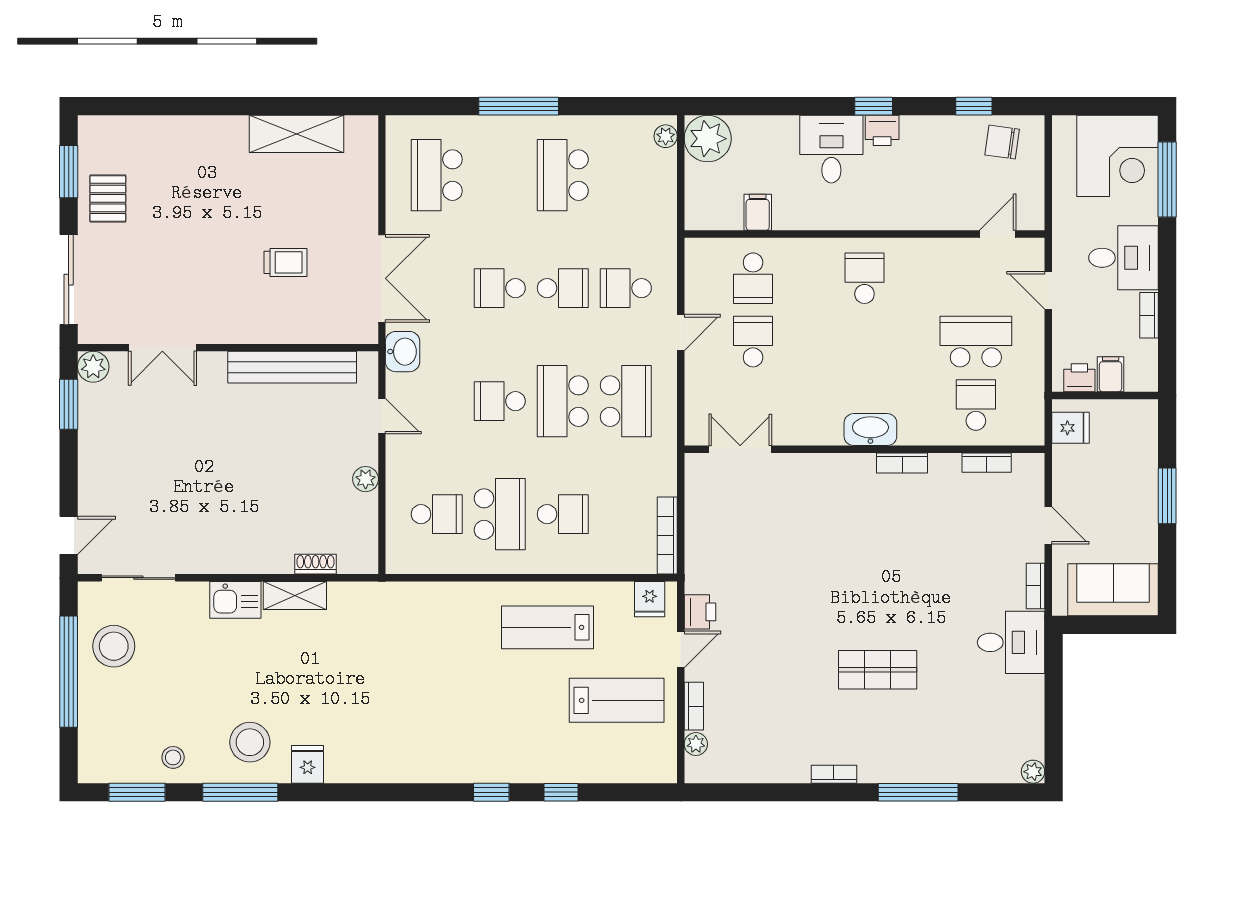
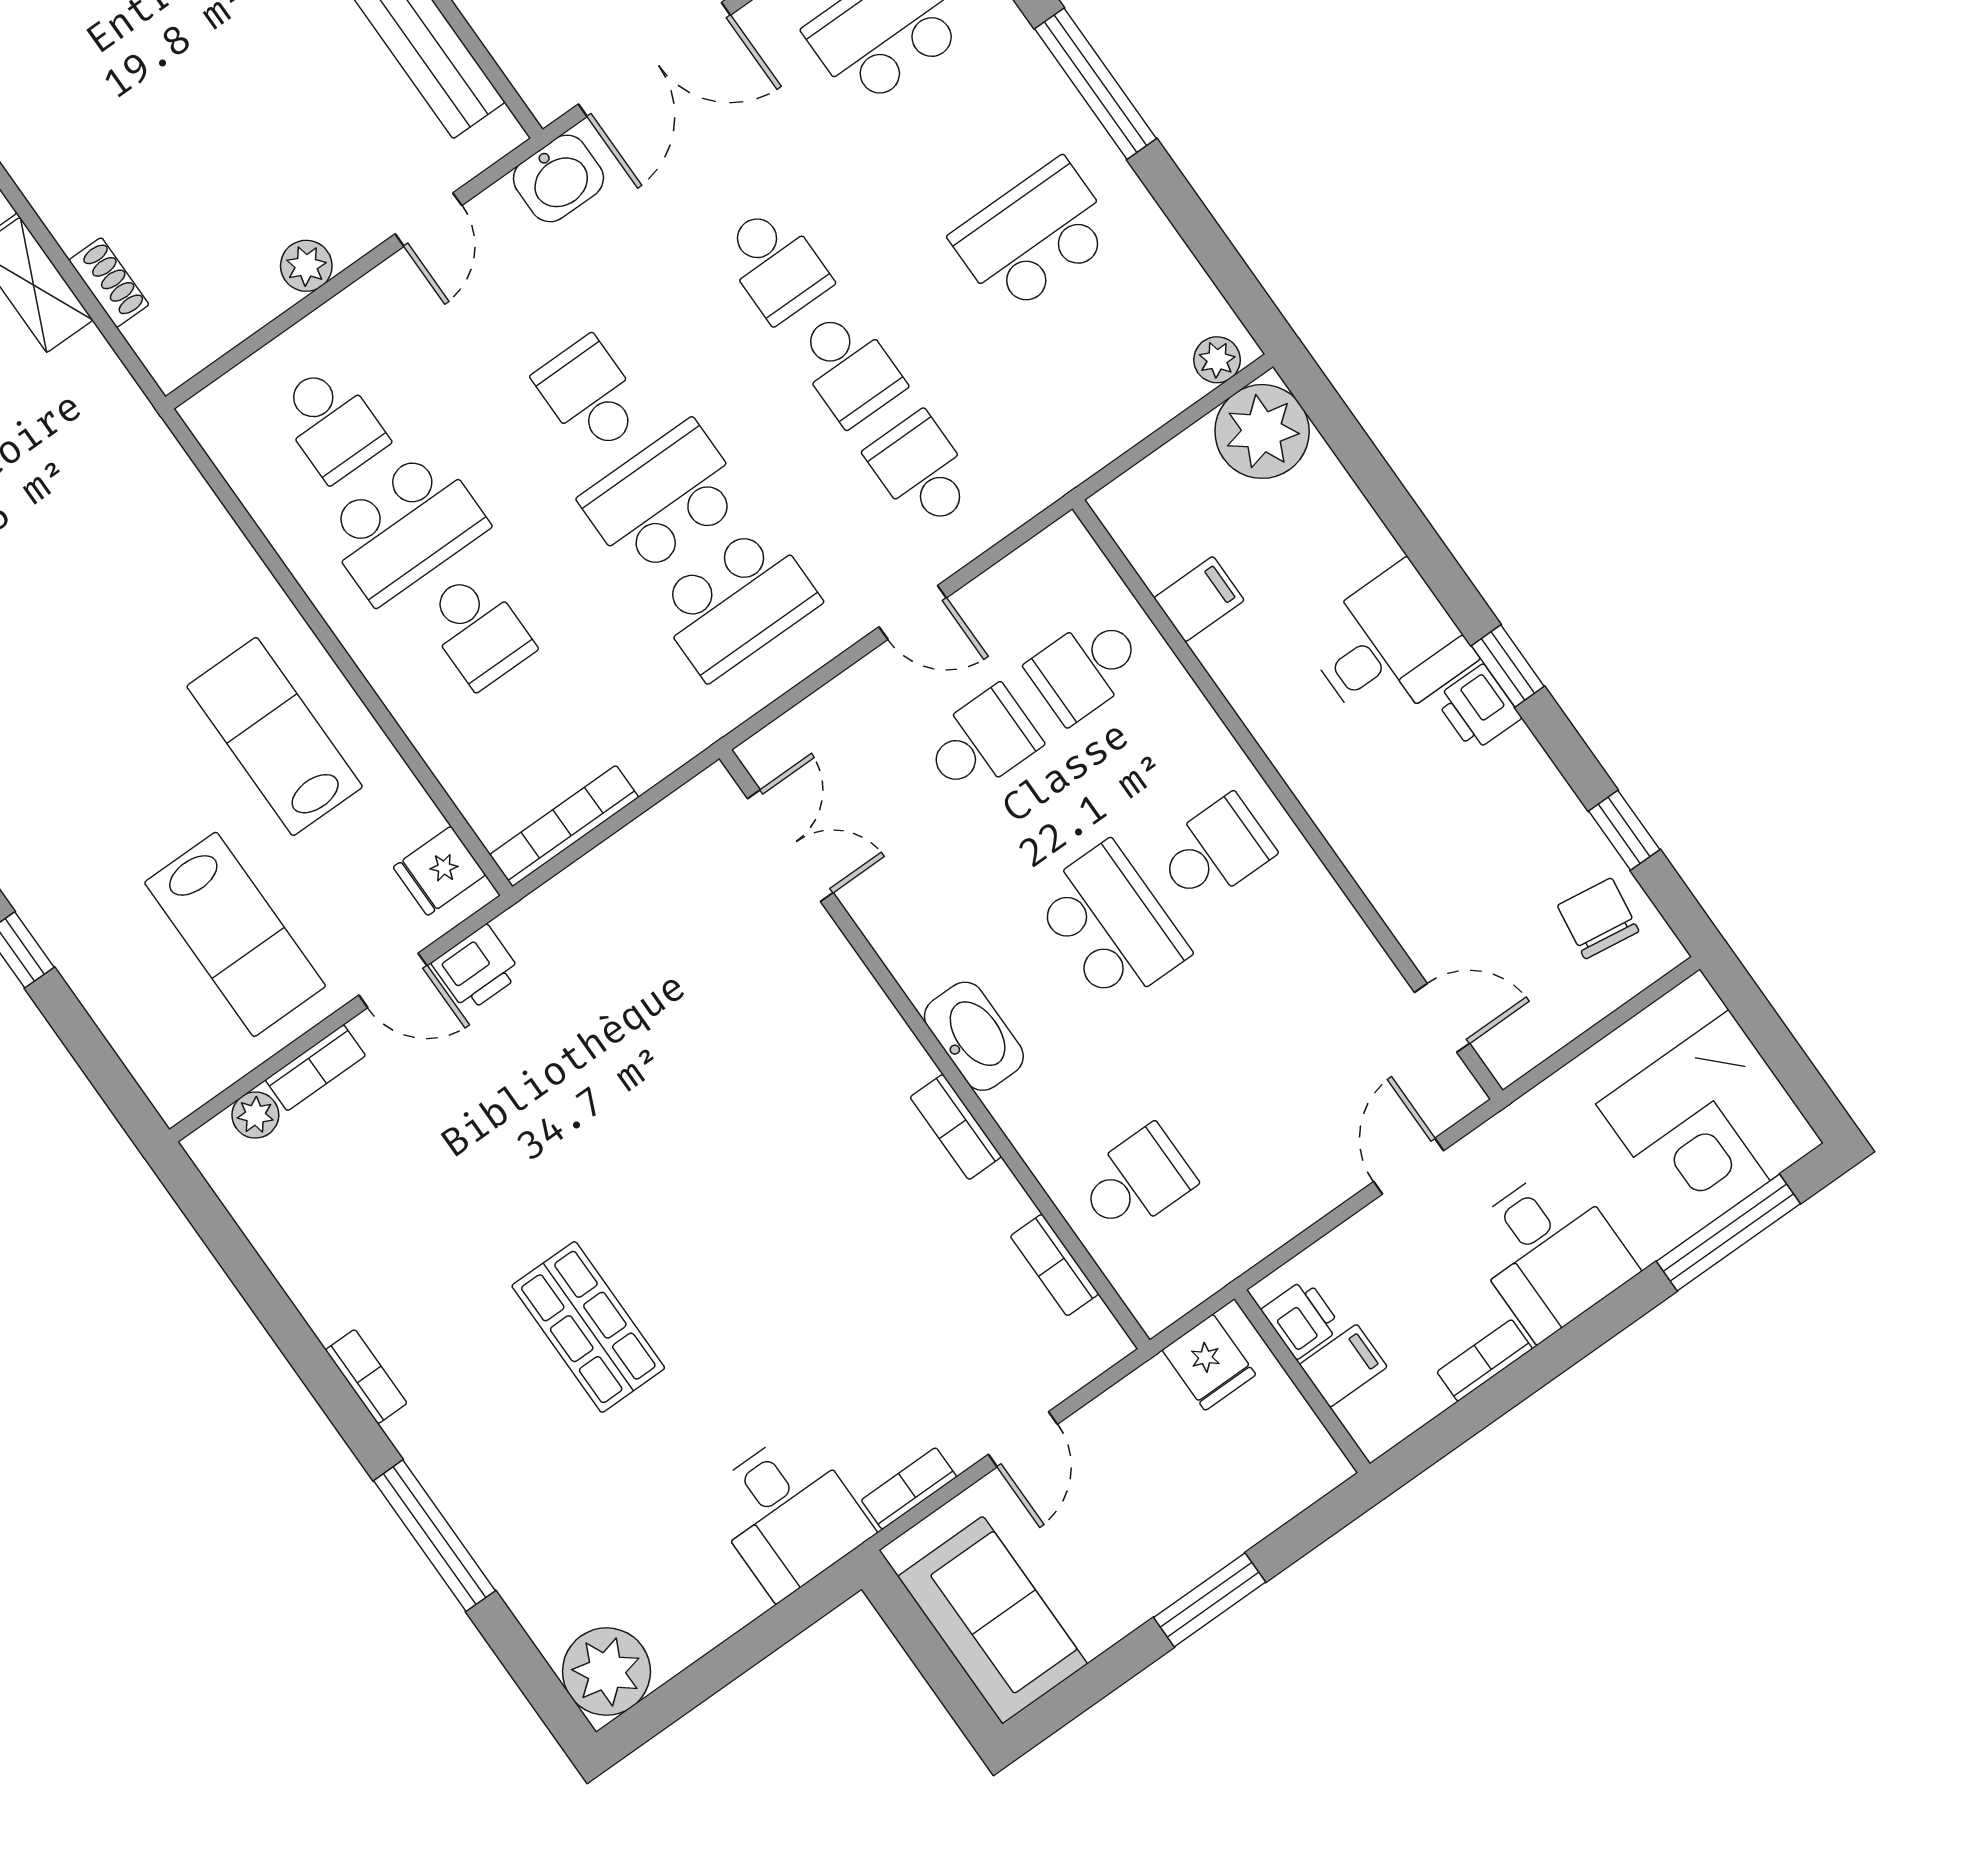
school desk: (500, 288) -> (775, 264), turned 180
school desk: (976, 342) -> (1111, 924), moved
plant: (1033, 772) -> (606, 1672), width x1.88, depth x1.88

